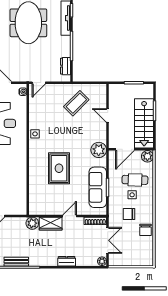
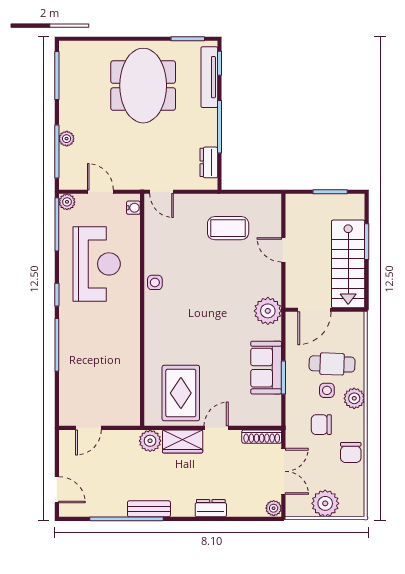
door: (39, 83) -> (162, 192), hinge flipped
coffee table: (76, 103) -> (228, 228), turned 45
plant: (147, 156) -> (354, 398), moved
rug: (59, 168) -> (181, 393), moved
sofa: (98, 187) -> (266, 368), width x0.73
plant: (131, 259) -> (325, 503), added
bench: (16, 262) -> (149, 509), moved

